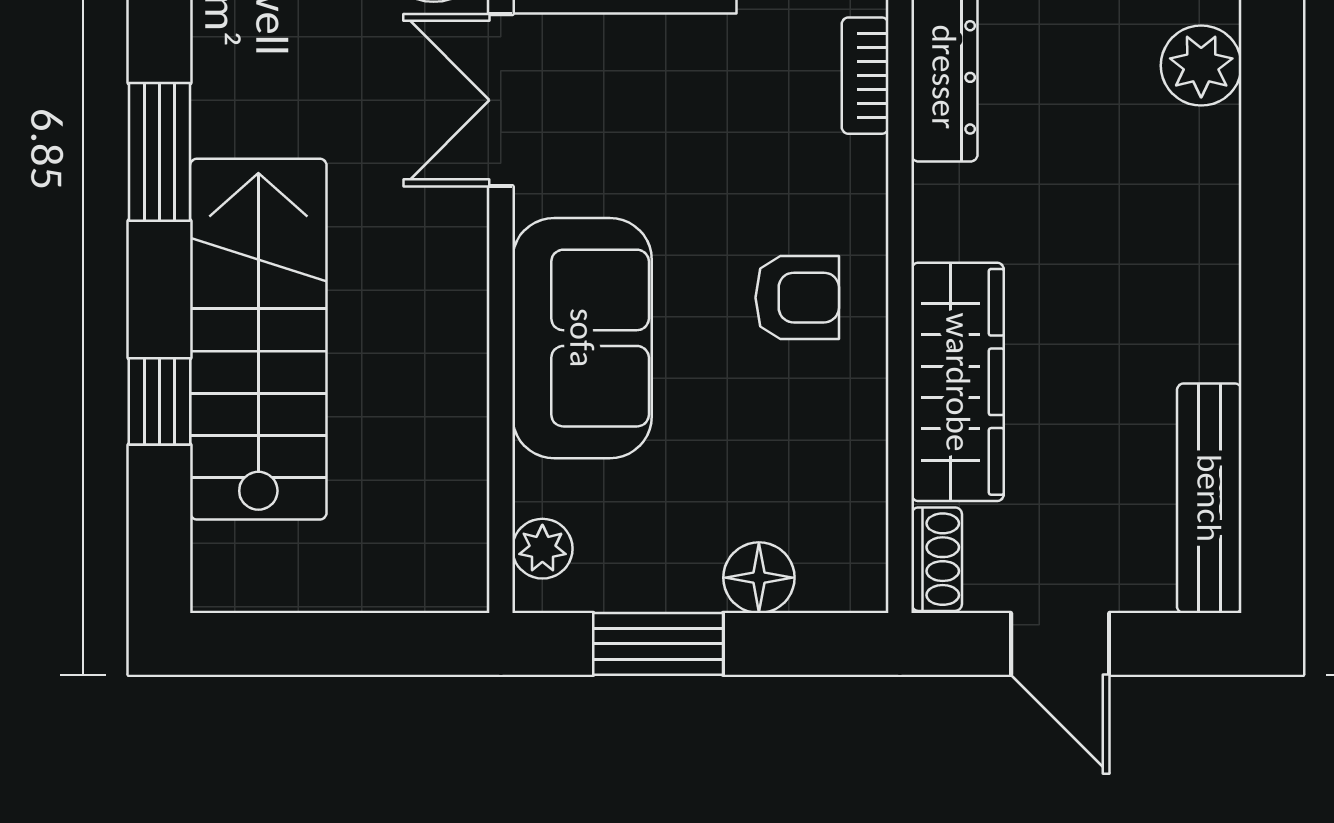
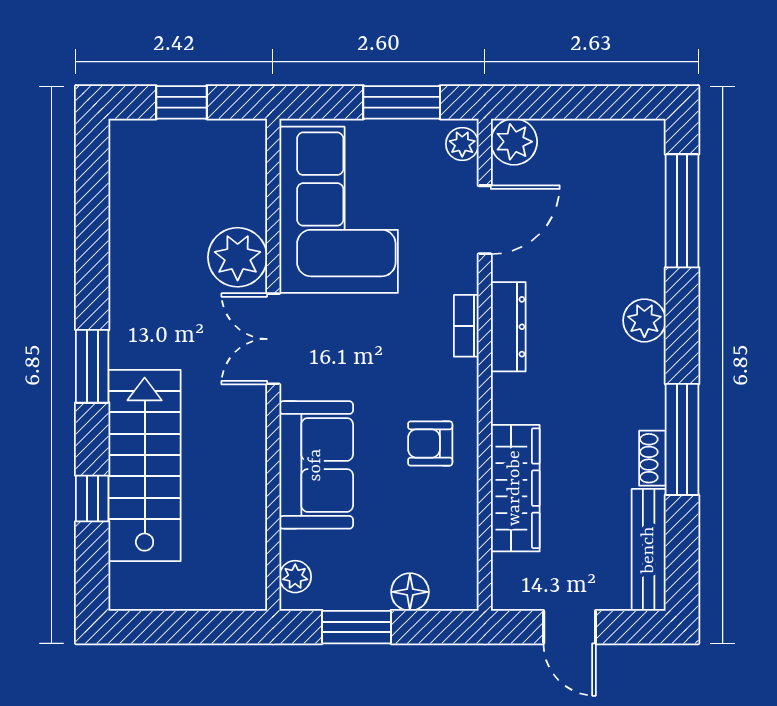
window: (1272, 290) -> (682, 439), added
armchair: (797, 298) -> (430, 443), turned 180
shoe rack: (937, 559) -> (652, 458), moved, turned 180

